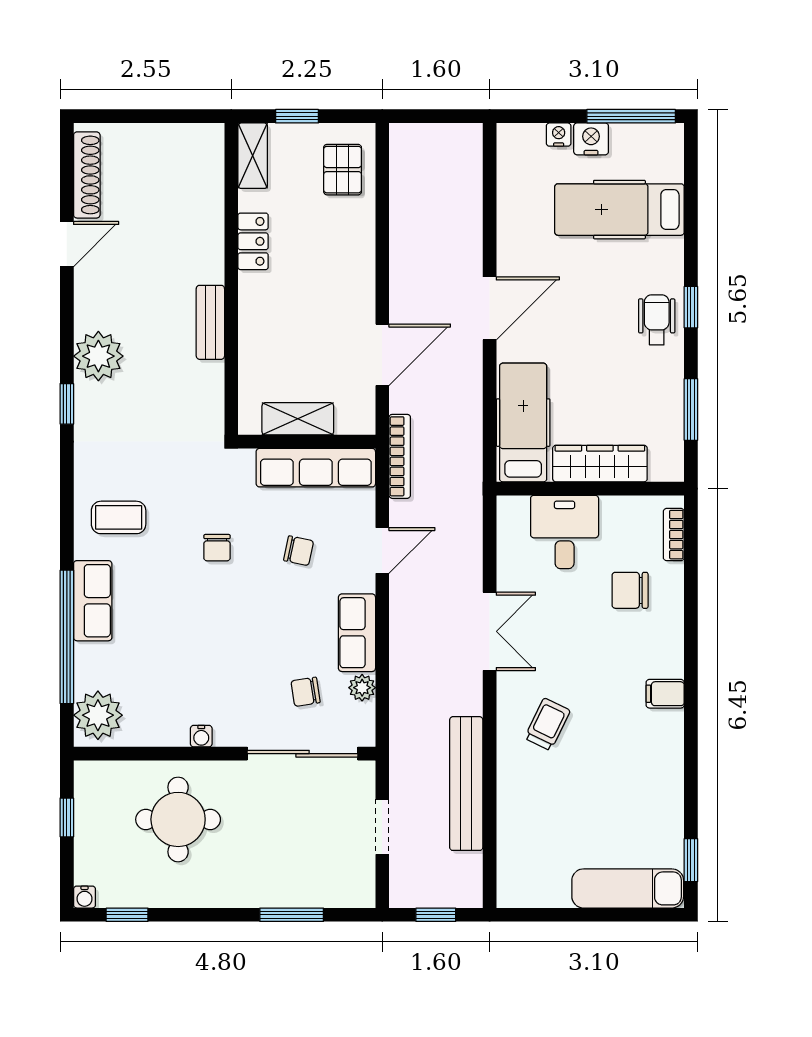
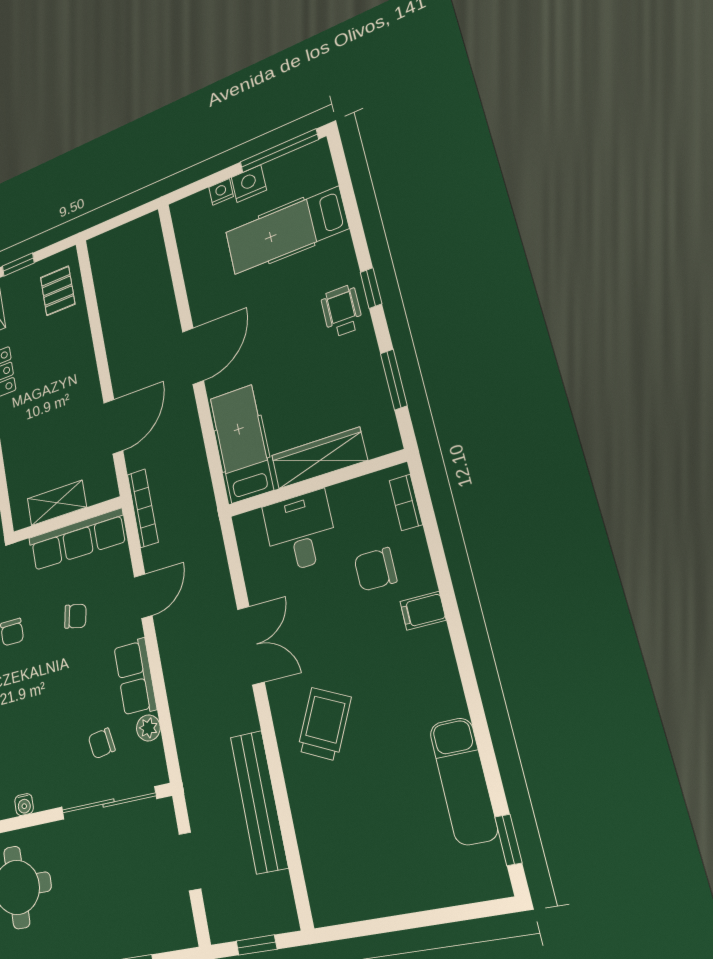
filing cabinet: (665, 694) -> (423, 611), moved
trolley: (547, 724) -> (324, 724), width x1.36, depth x1.39
exam couch: (628, 888) -> (464, 781), moved, turned -90

